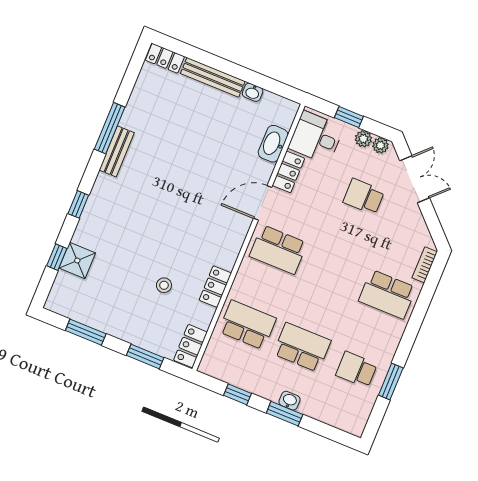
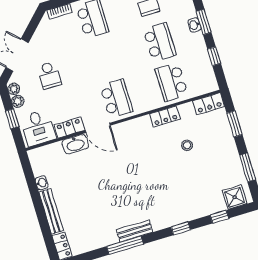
washbasin: (273, 144) -> (75, 144), moved
shower: (77, 260) -> (234, 197), moved
school desk: (302, 347) -> (160, 42), turned 180

